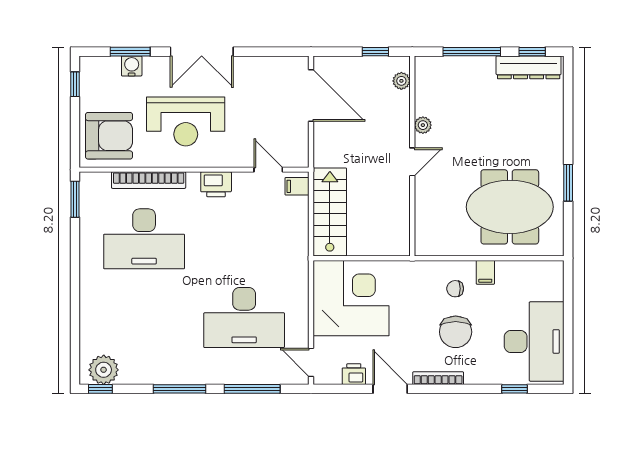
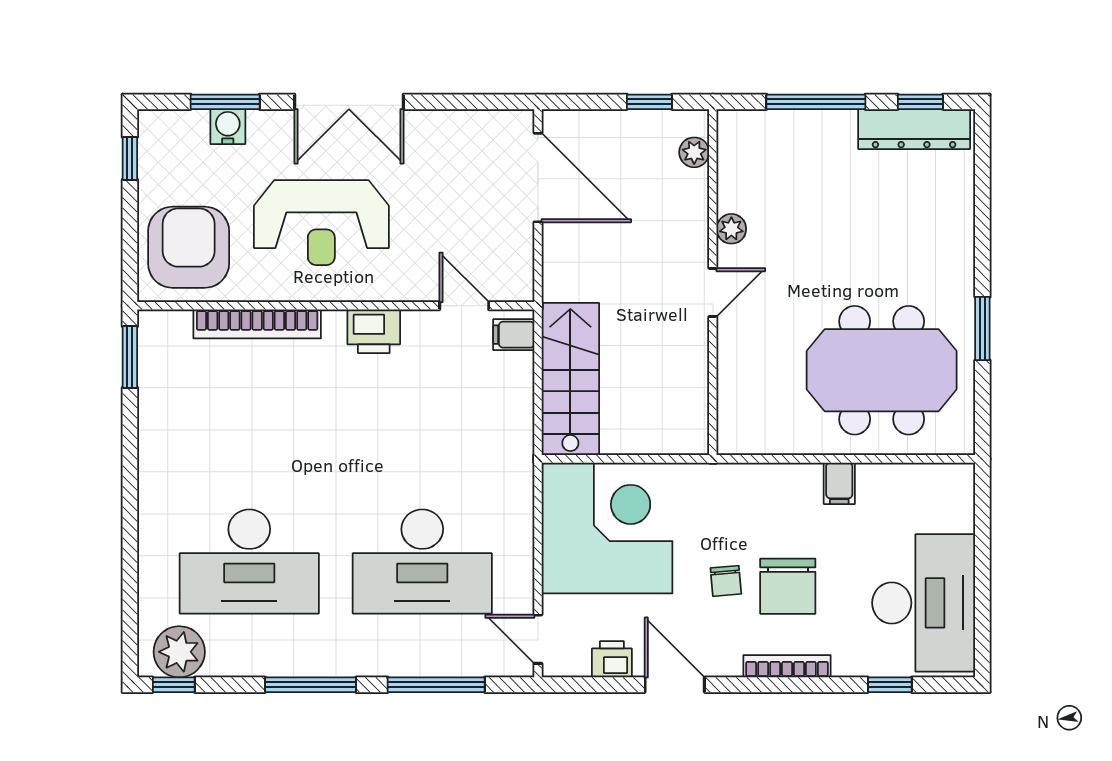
armchair: (109, 136) -> (189, 247), turned -90
desk: (144, 239) -> (249, 561), moved
chair: (455, 289) -> (726, 581), moved, turned -95
bookcase: (438, 378) -> (787, 666), moved

